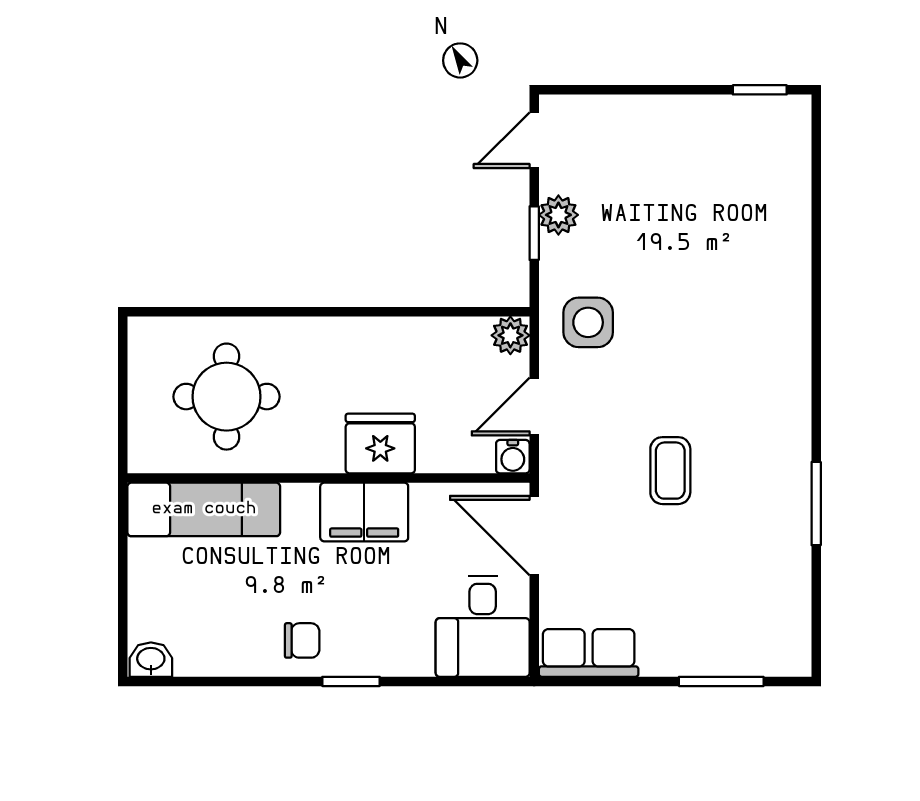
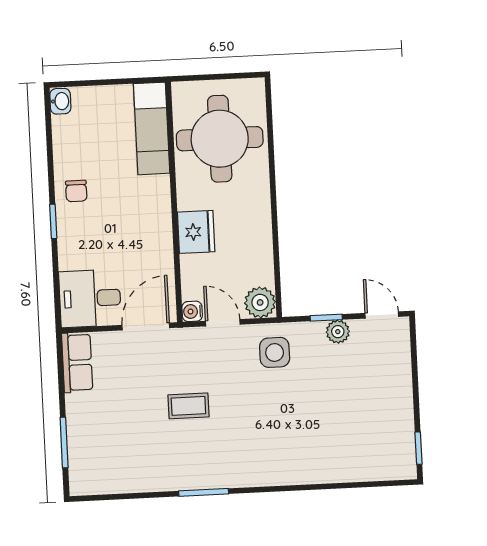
plant: (510, 335) -> (260, 302), width x1.38, depth x1.38
round table: (227, 397) -> (220, 139), width x1.36, depth x1.36
window: (816, 504) -> (204, 492), moved
filing cabinet: (364, 512) -> (155, 224), removed

